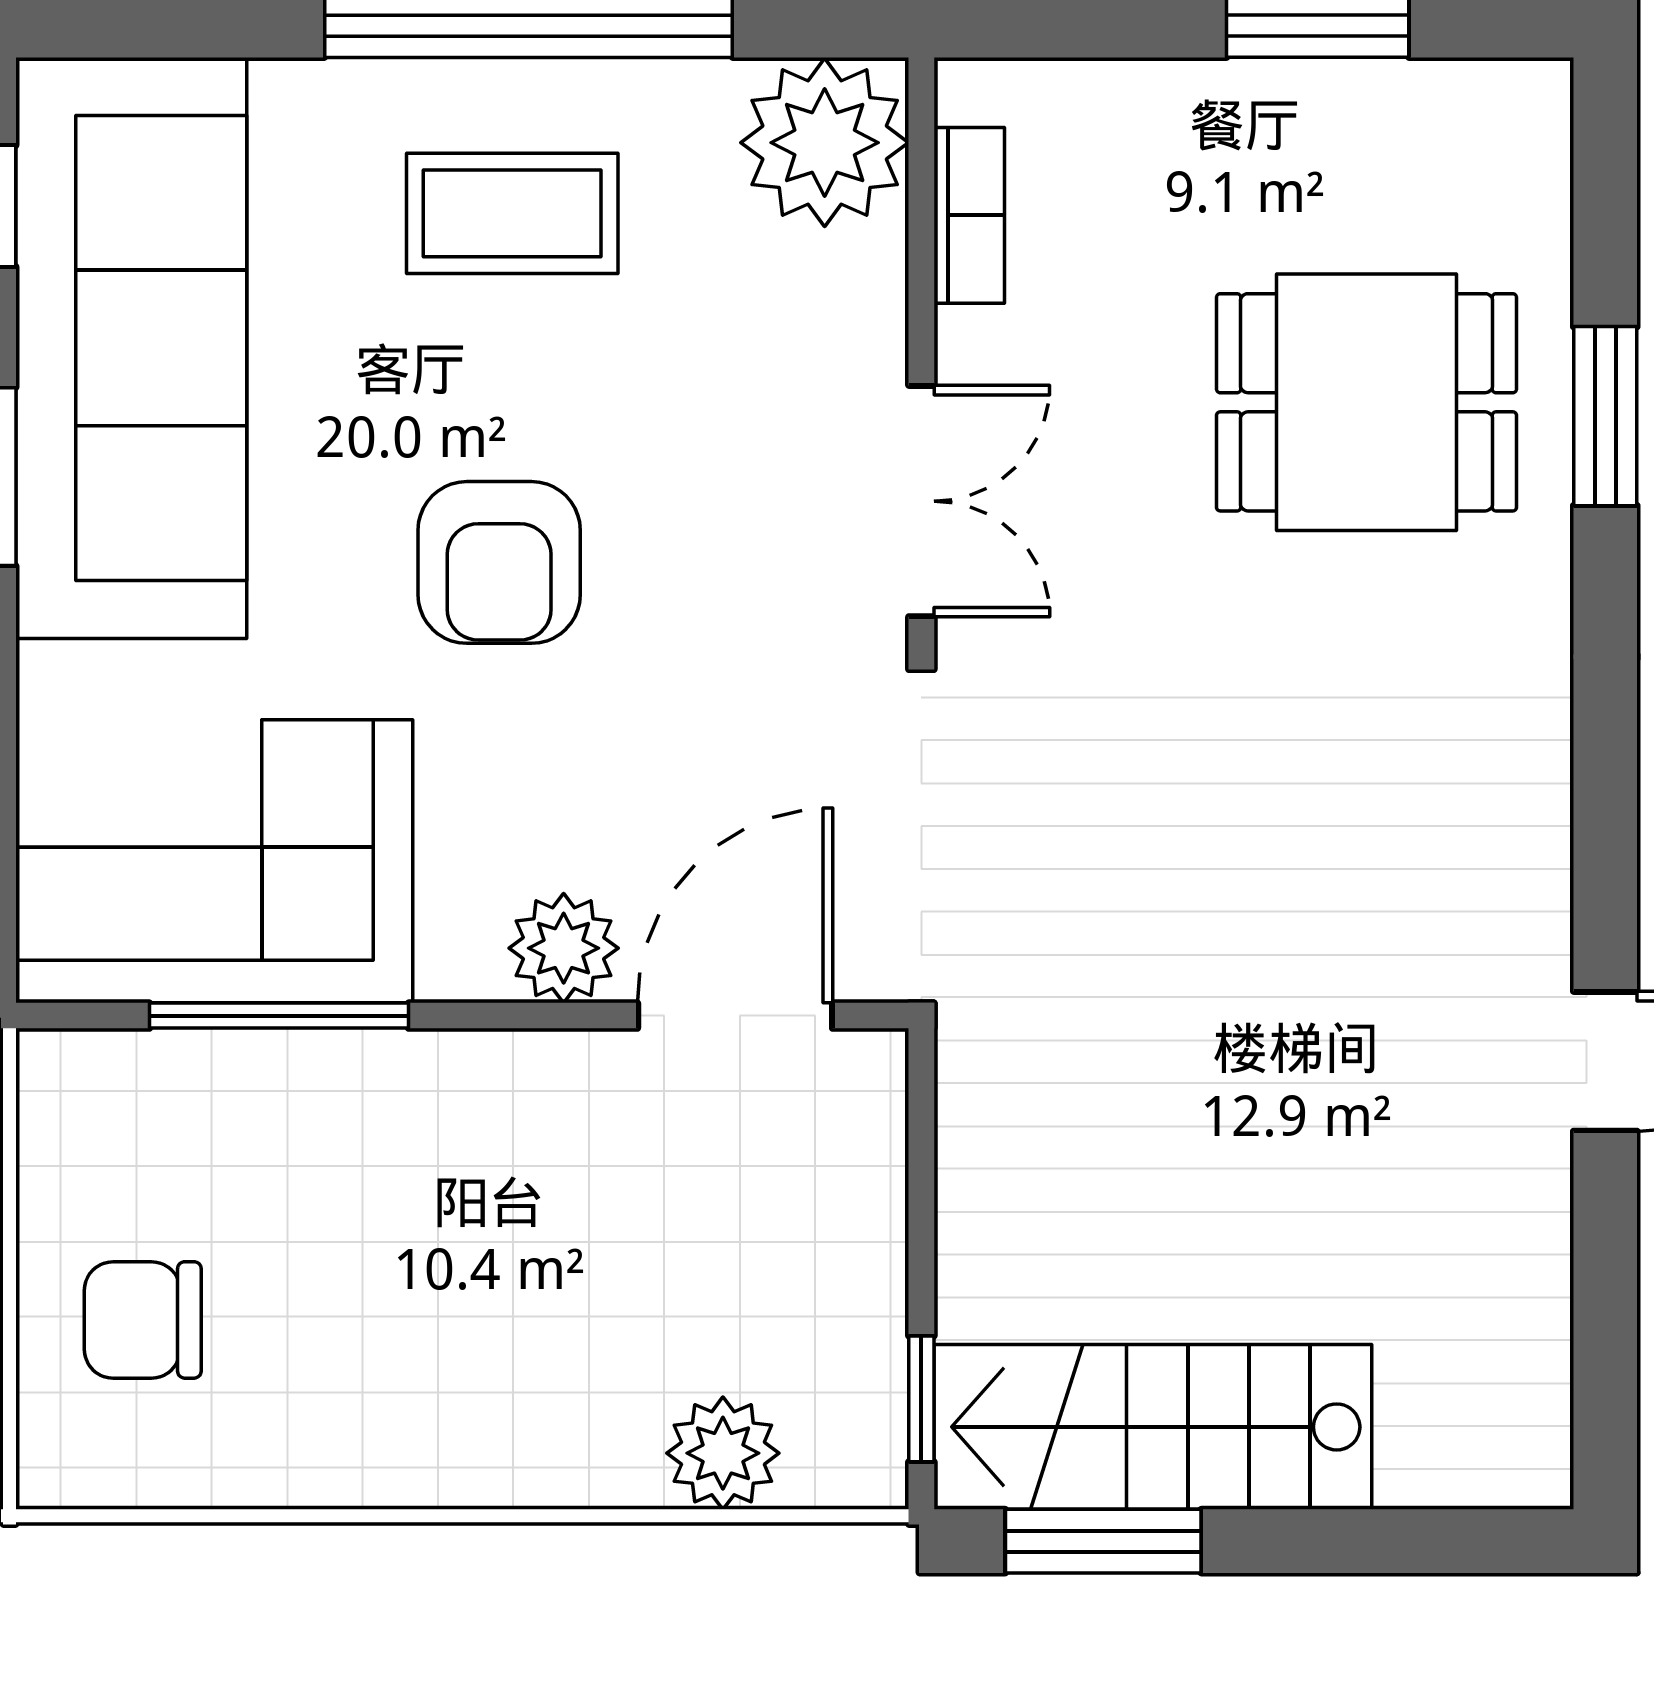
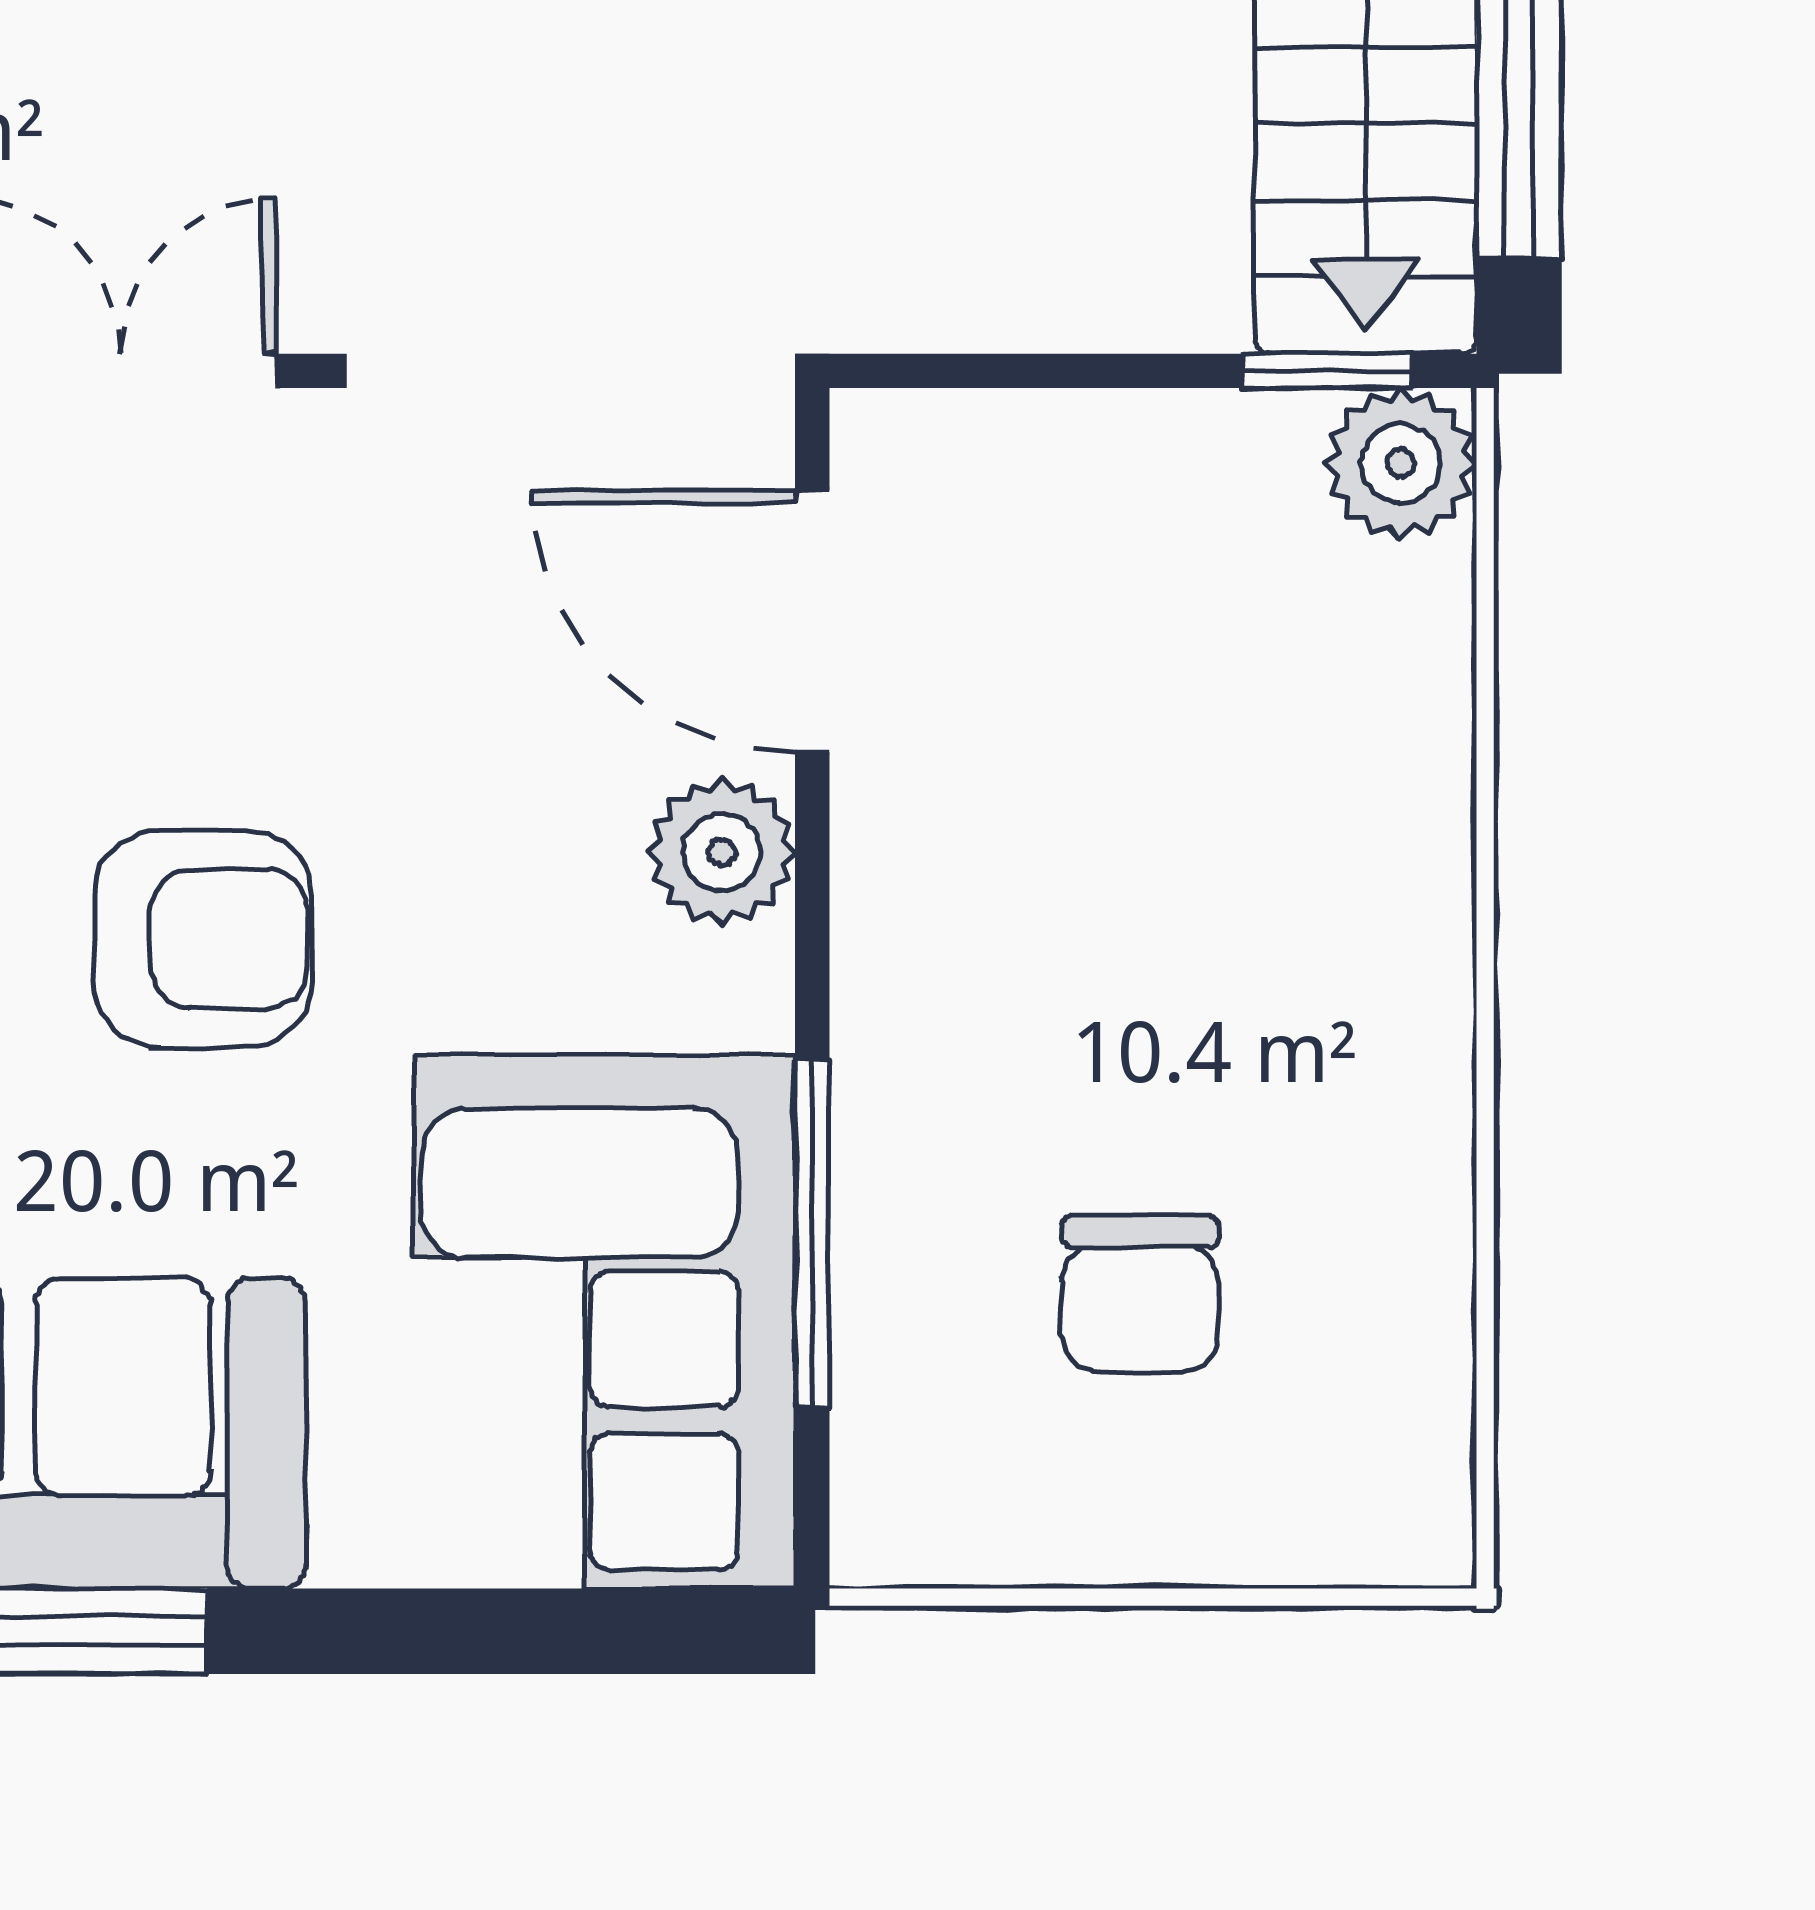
chair: (143, 1320) -> (1140, 1294), moved
plant: (723, 1453) -> (1401, 464), moved

